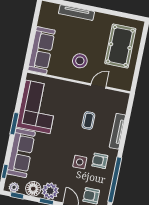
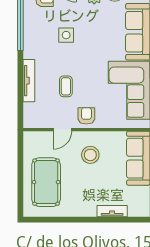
tv unit: (76, 13) -> (112, 211), width x0.71
armchair: (100, 161) -> (86, 116), moved, turned -90

